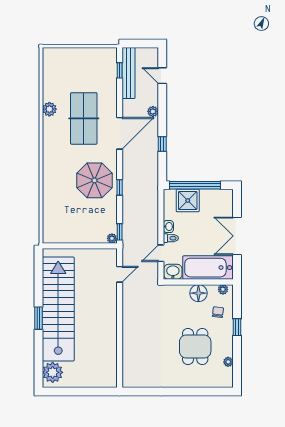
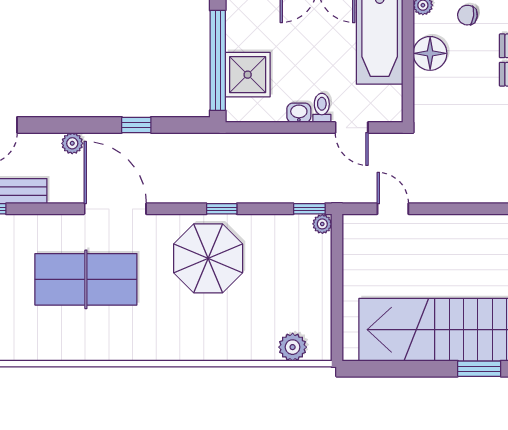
plant: (49, 109) -> (293, 347), moved
washbasin: (173, 272) -> (388, 104), removed

